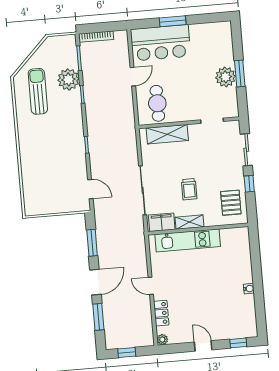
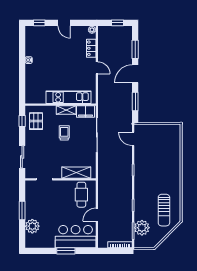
plant: (226, 77) -> (32, 226), moved
plant: (68, 79) -> (142, 228), moved
window: (249, 184) -> (22, 121), moved

